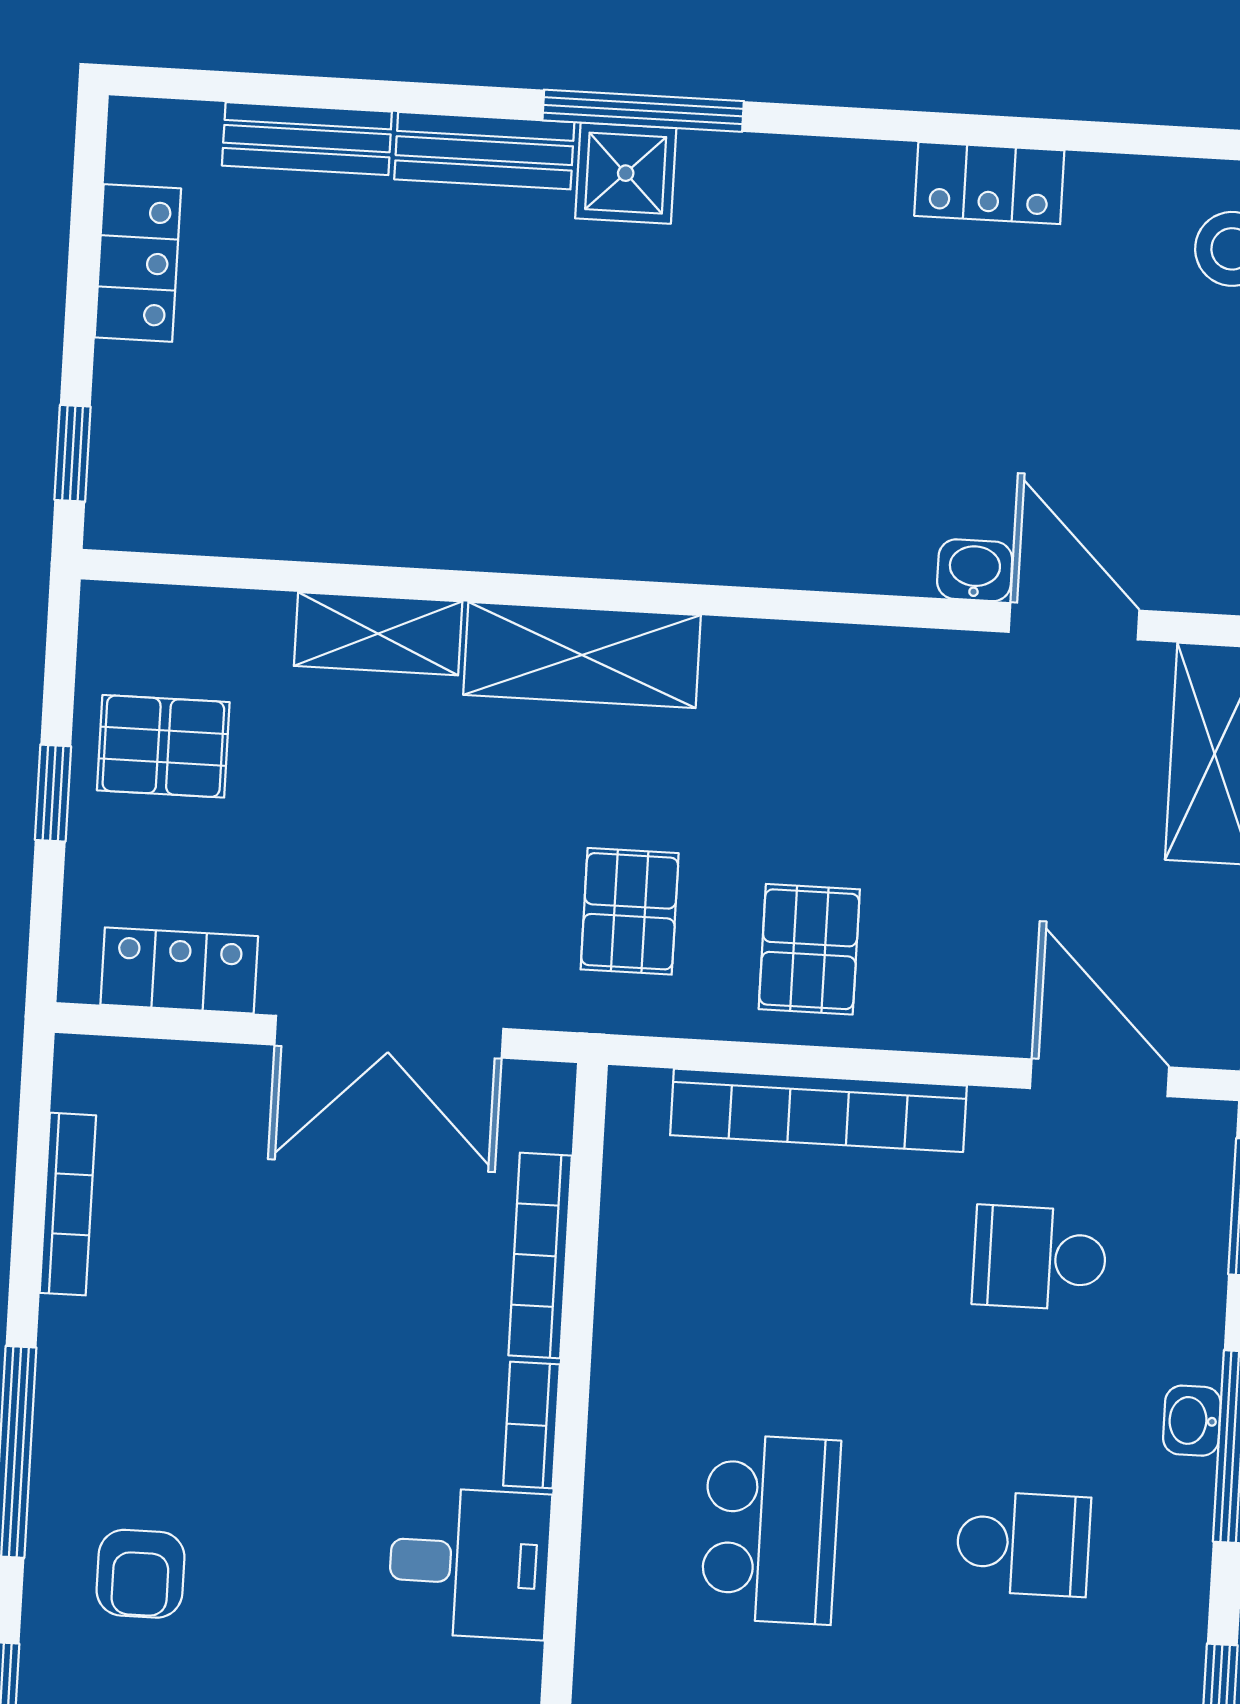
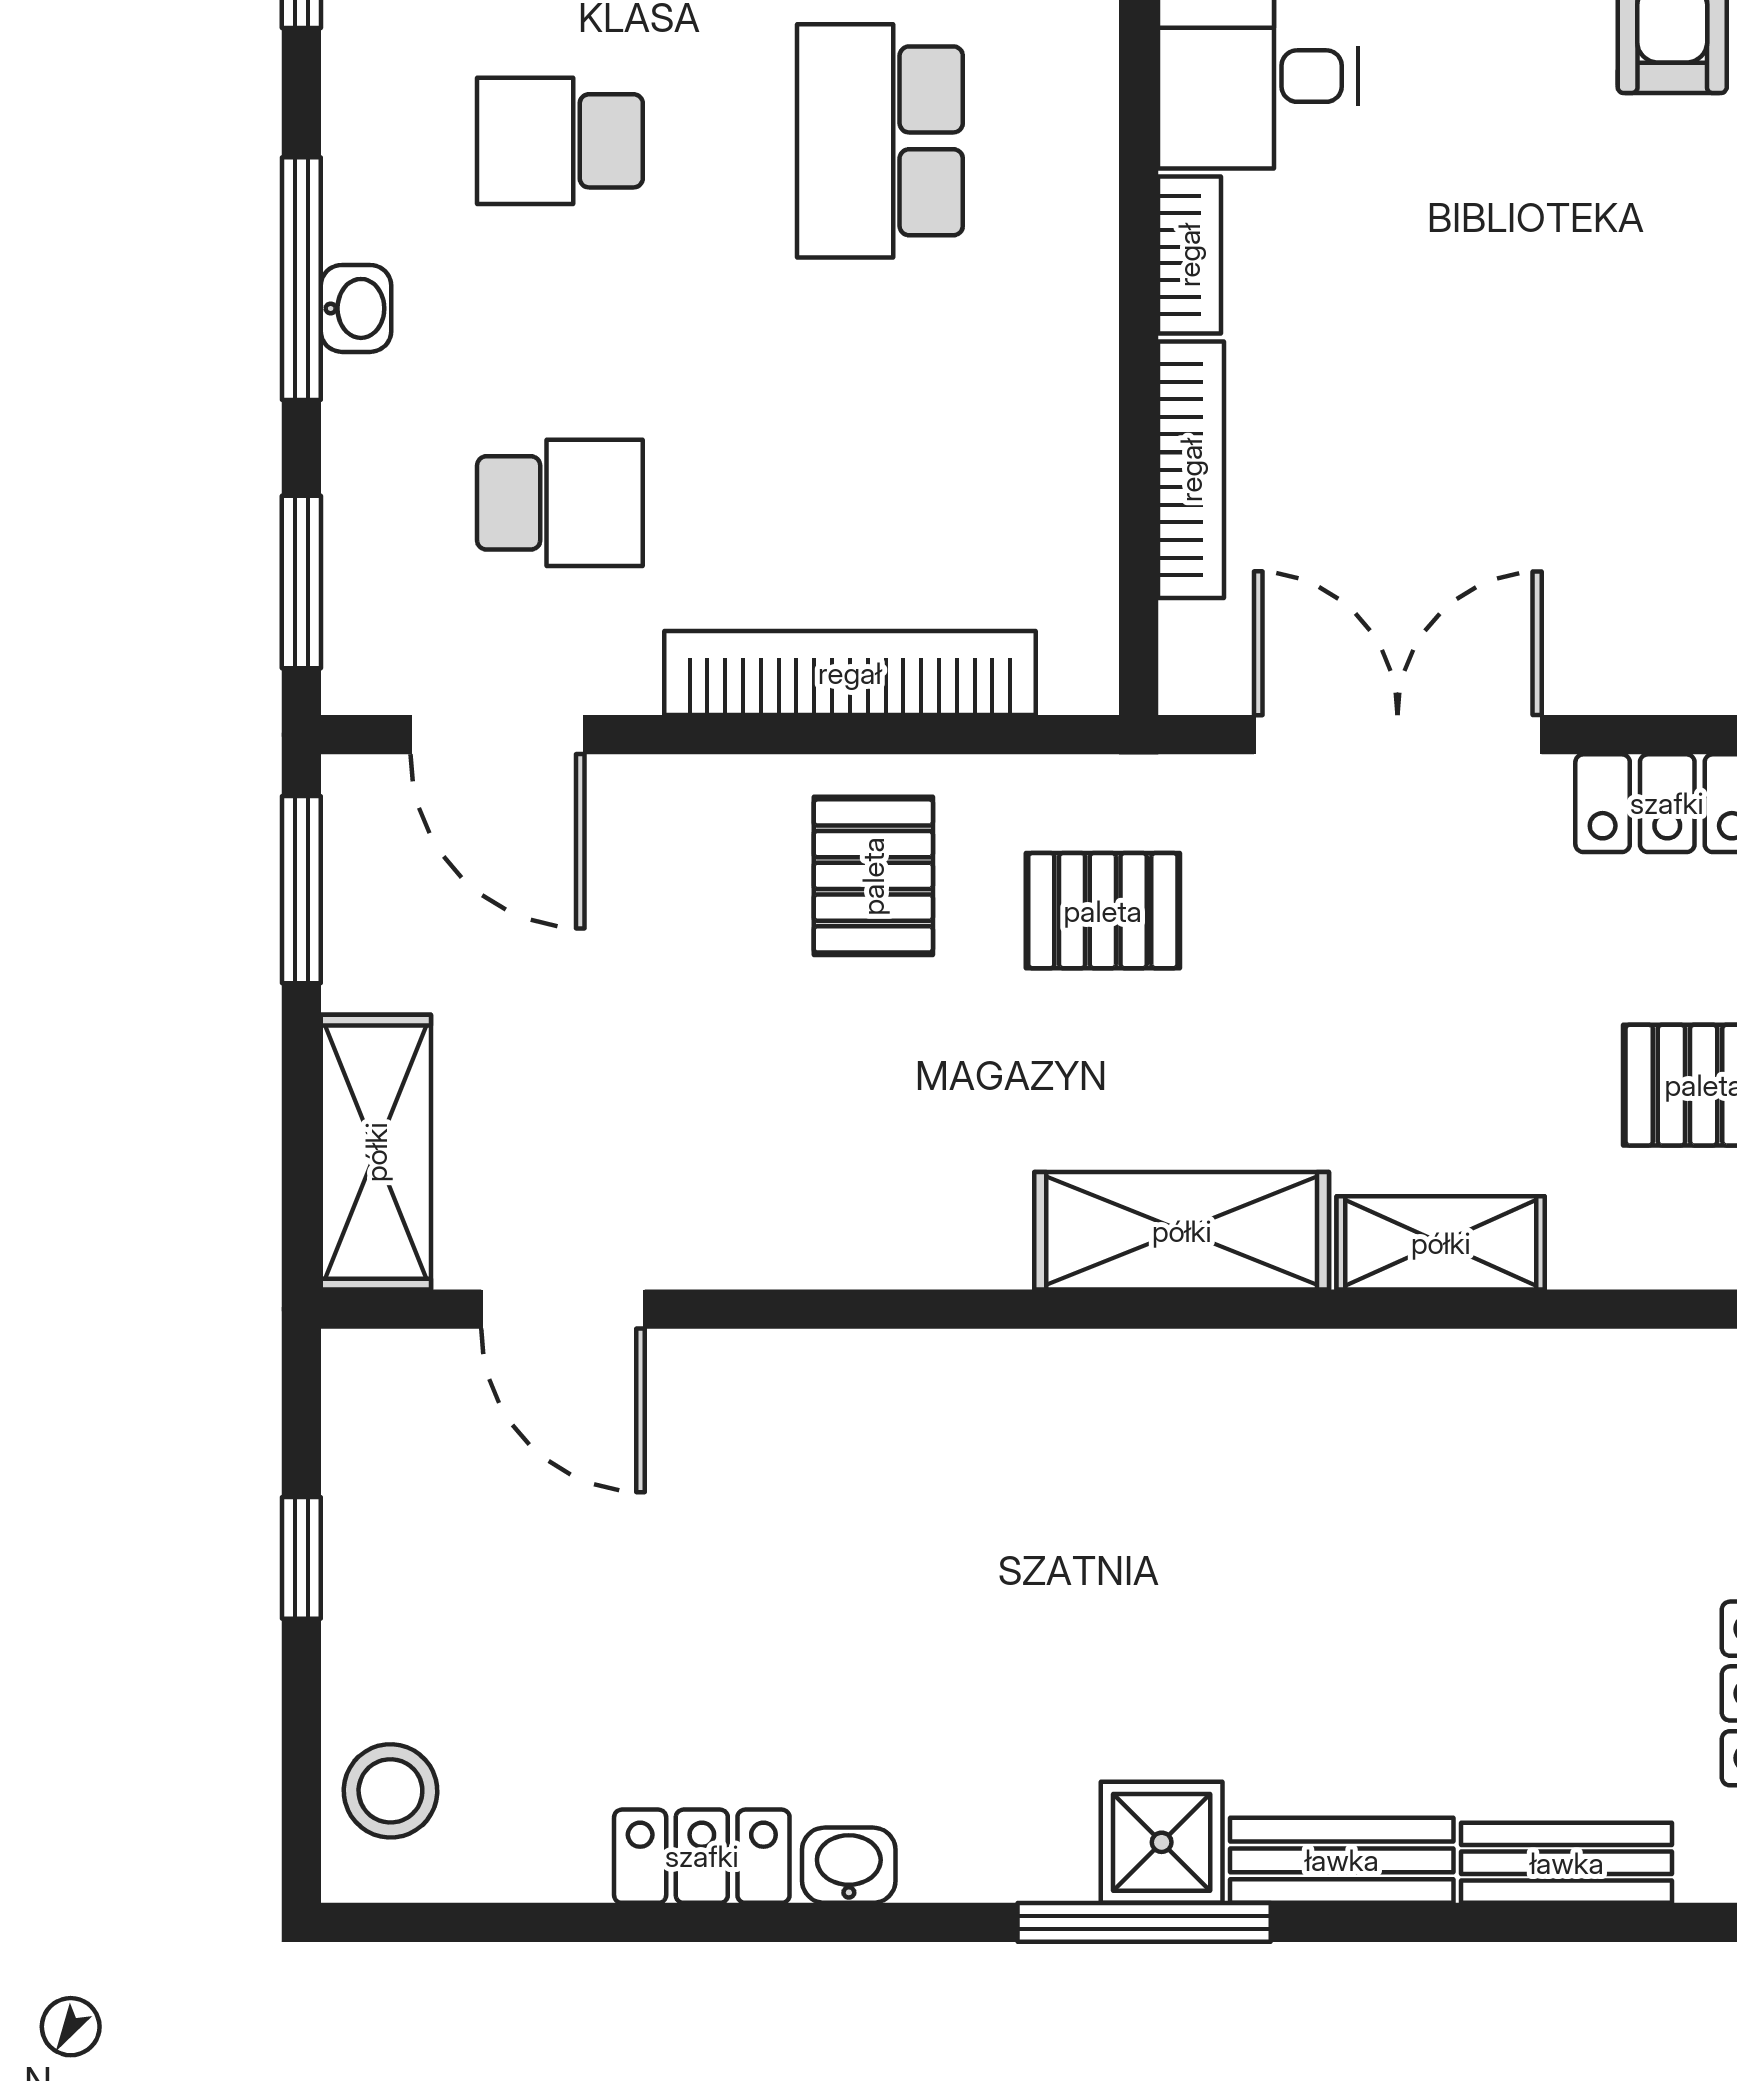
washbasin: (975, 570) -> (849, 1865), moved, turned 180
pallet: (630, 911) -> (1103, 911), turned 90

